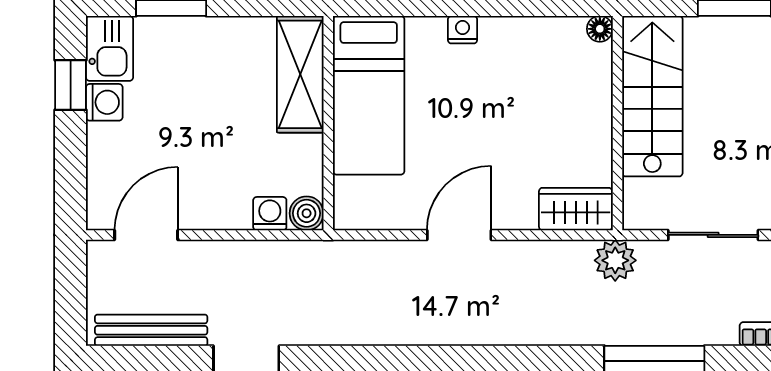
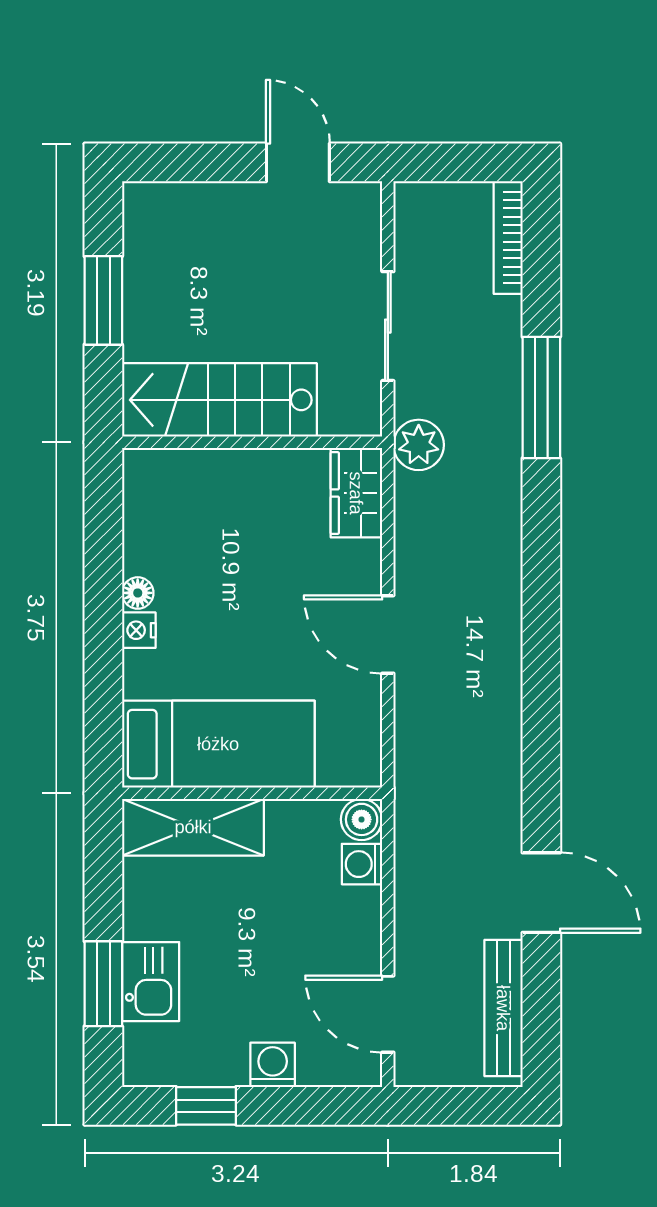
floor lamp: (600, 29) -> (138, 593), moved
kitchen sink: (110, 48) -> (151, 982), moved, turned 90
washing machine: (104, 102) -> (273, 1065), moved

